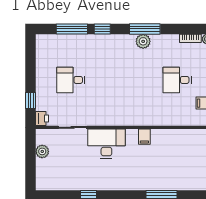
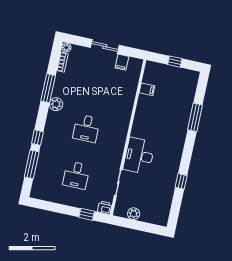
window: (145, 29) -> (48, 88), moved
desk: (177, 80) -> (86, 128), moved
filing cabinet: (144, 137) -> (147, 89), moved

